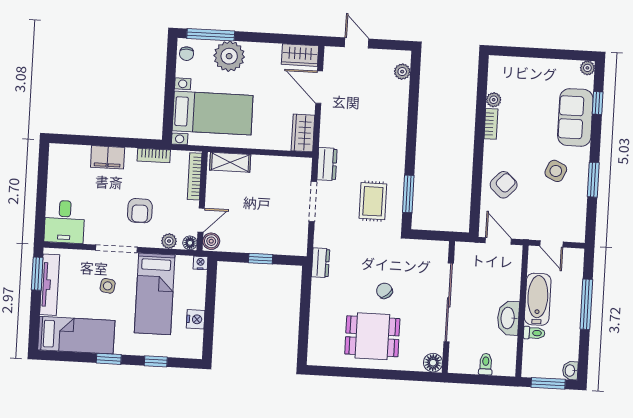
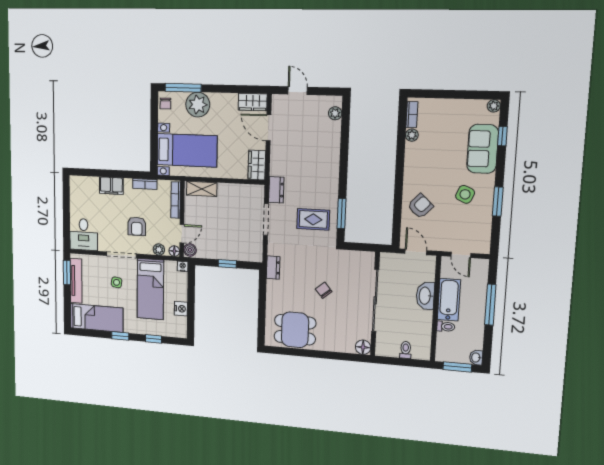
bookcase: (491, 124) -> (412, 115), moved
rug: (373, 201) -> (313, 219), turned 90
washbasin: (508, 318) -> (425, 296), moved
dining table: (372, 336) -> (295, 330), moved

